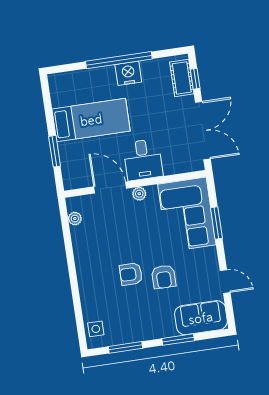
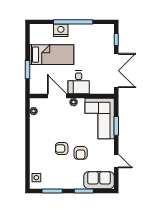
nightstand: (128, 73) -> (61, 30), moved
cot: (182, 78) -> (108, 38), removed

